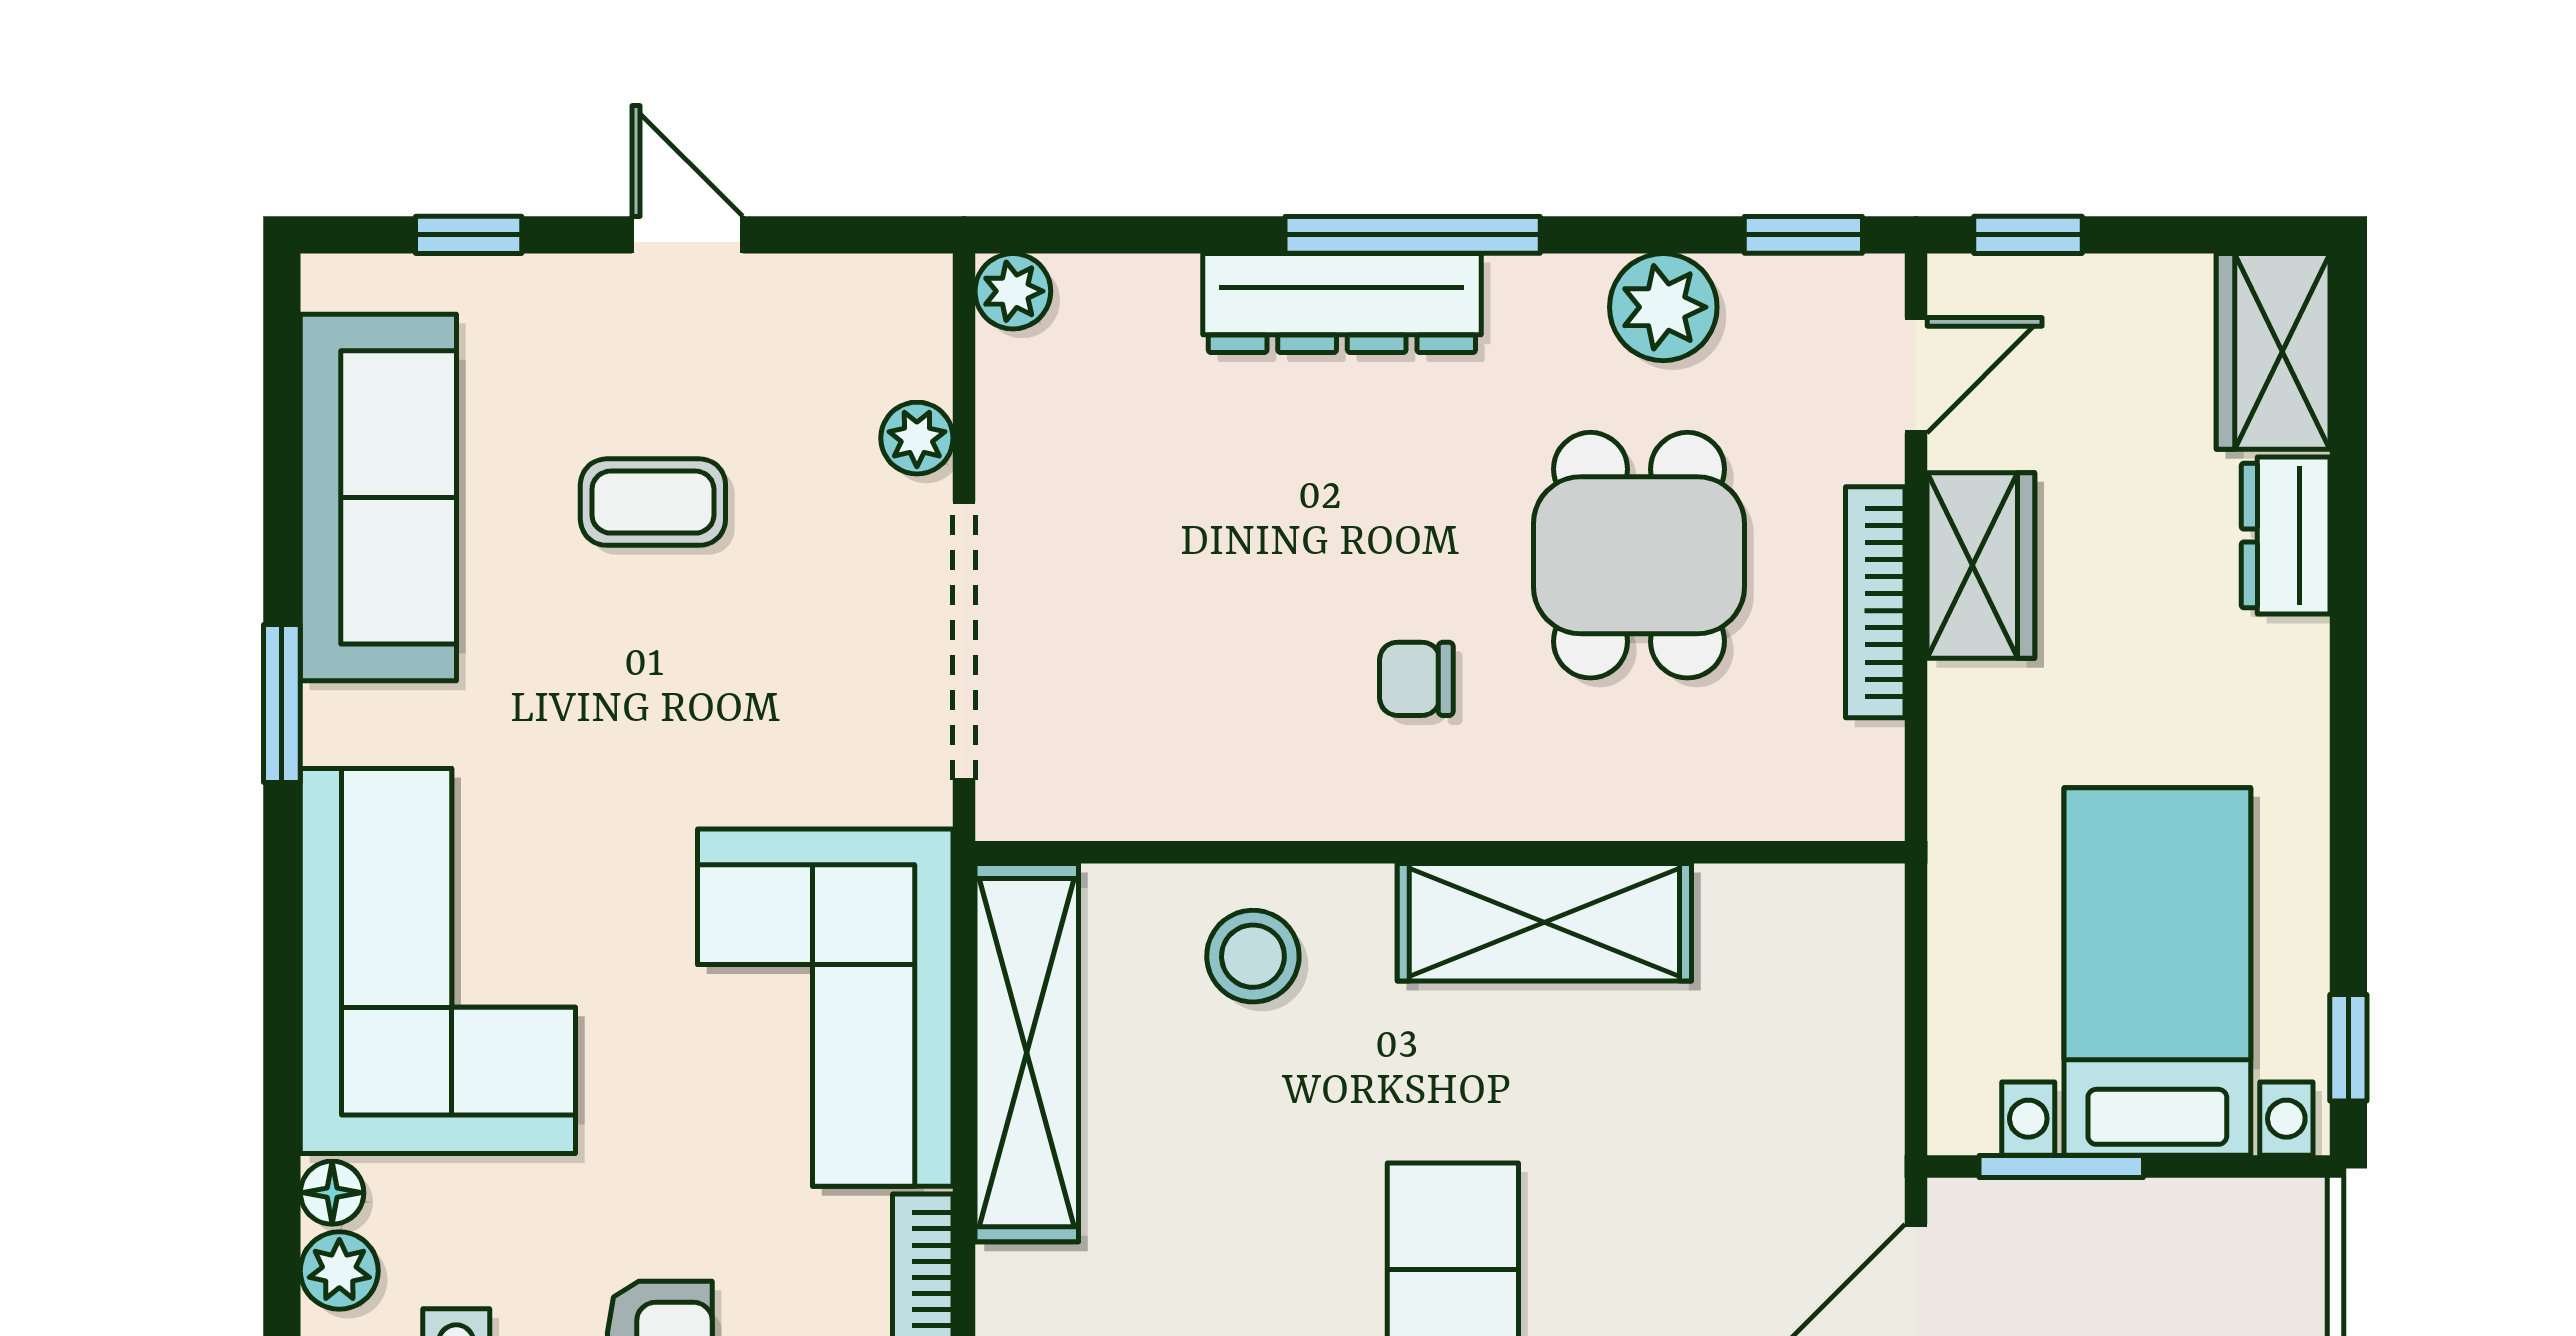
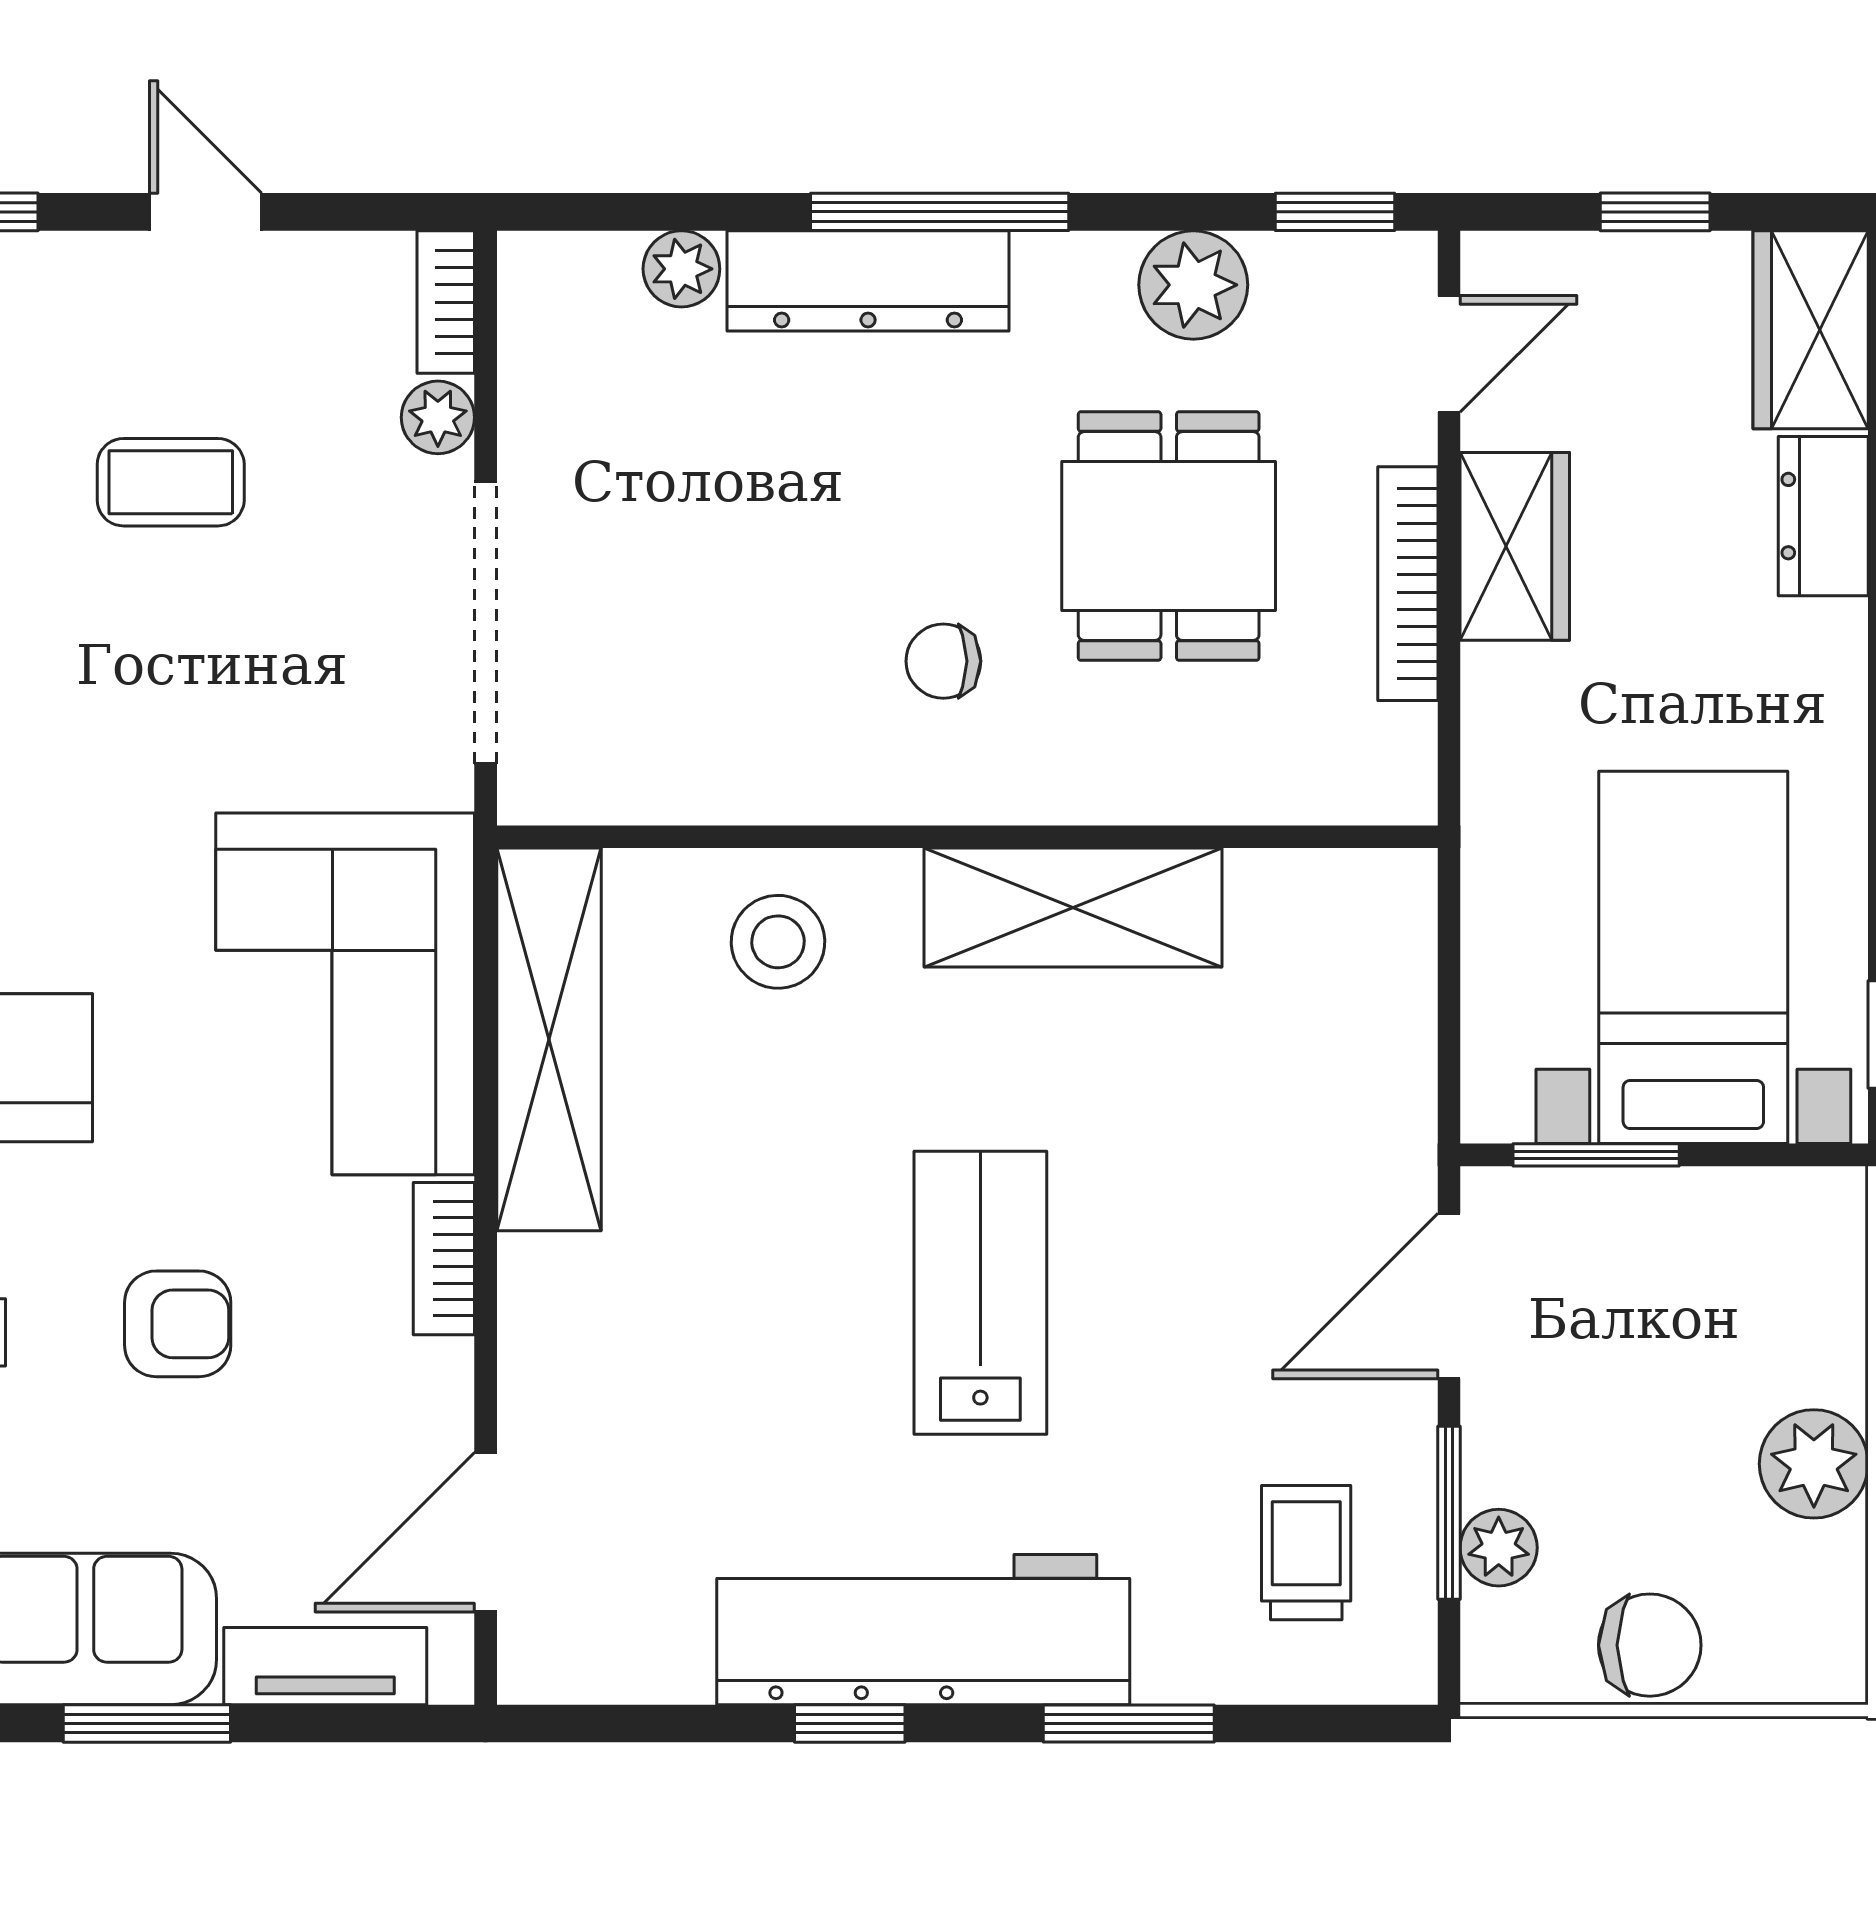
window: (2028, 235) -> (1655, 212), moved
plant: (1013, 291) -> (681, 269), moved
bookcase: (925, 324) -> (446, 302), added

